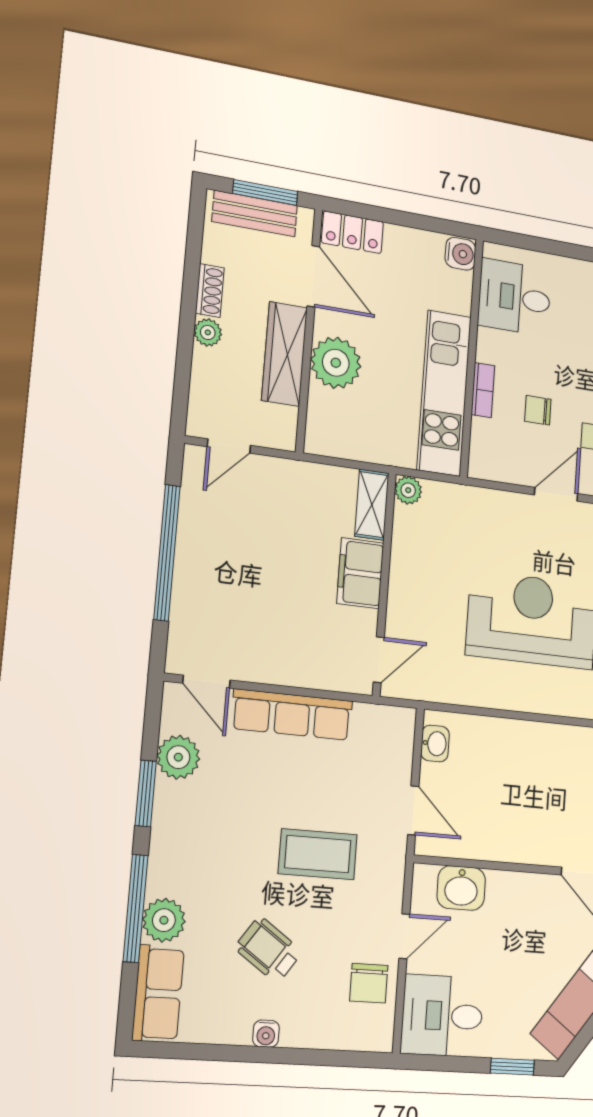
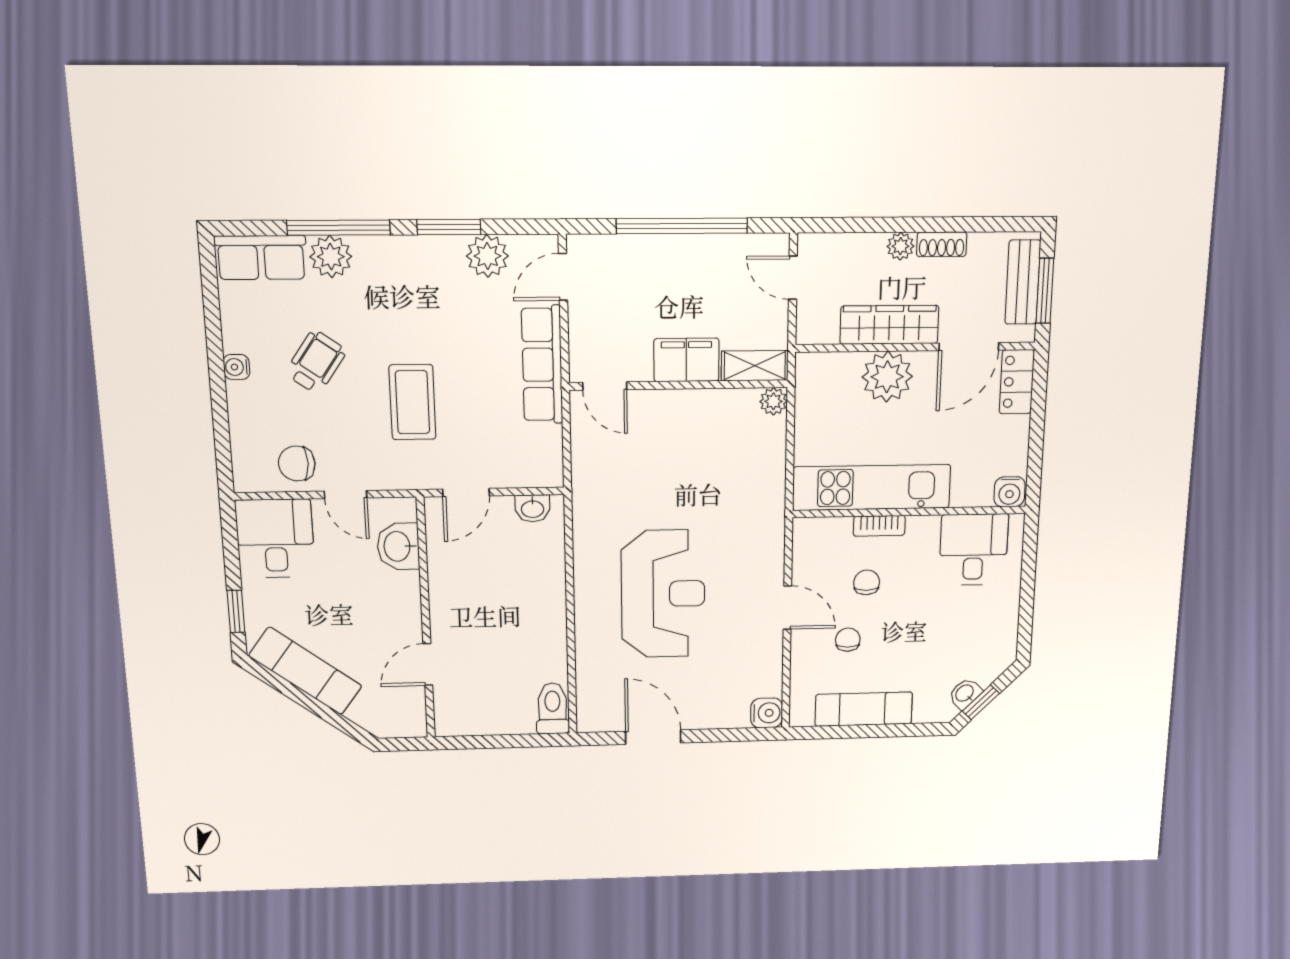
plant: (408, 490) -> (773, 401), moved
shelving: (372, 505) -> (755, 366), moved
filing cabinet: (360, 573) -> (686, 360), moved
wall: (384, 584) -> (679, 385), moved
door: (379, 660) -> (605, 386), moved

